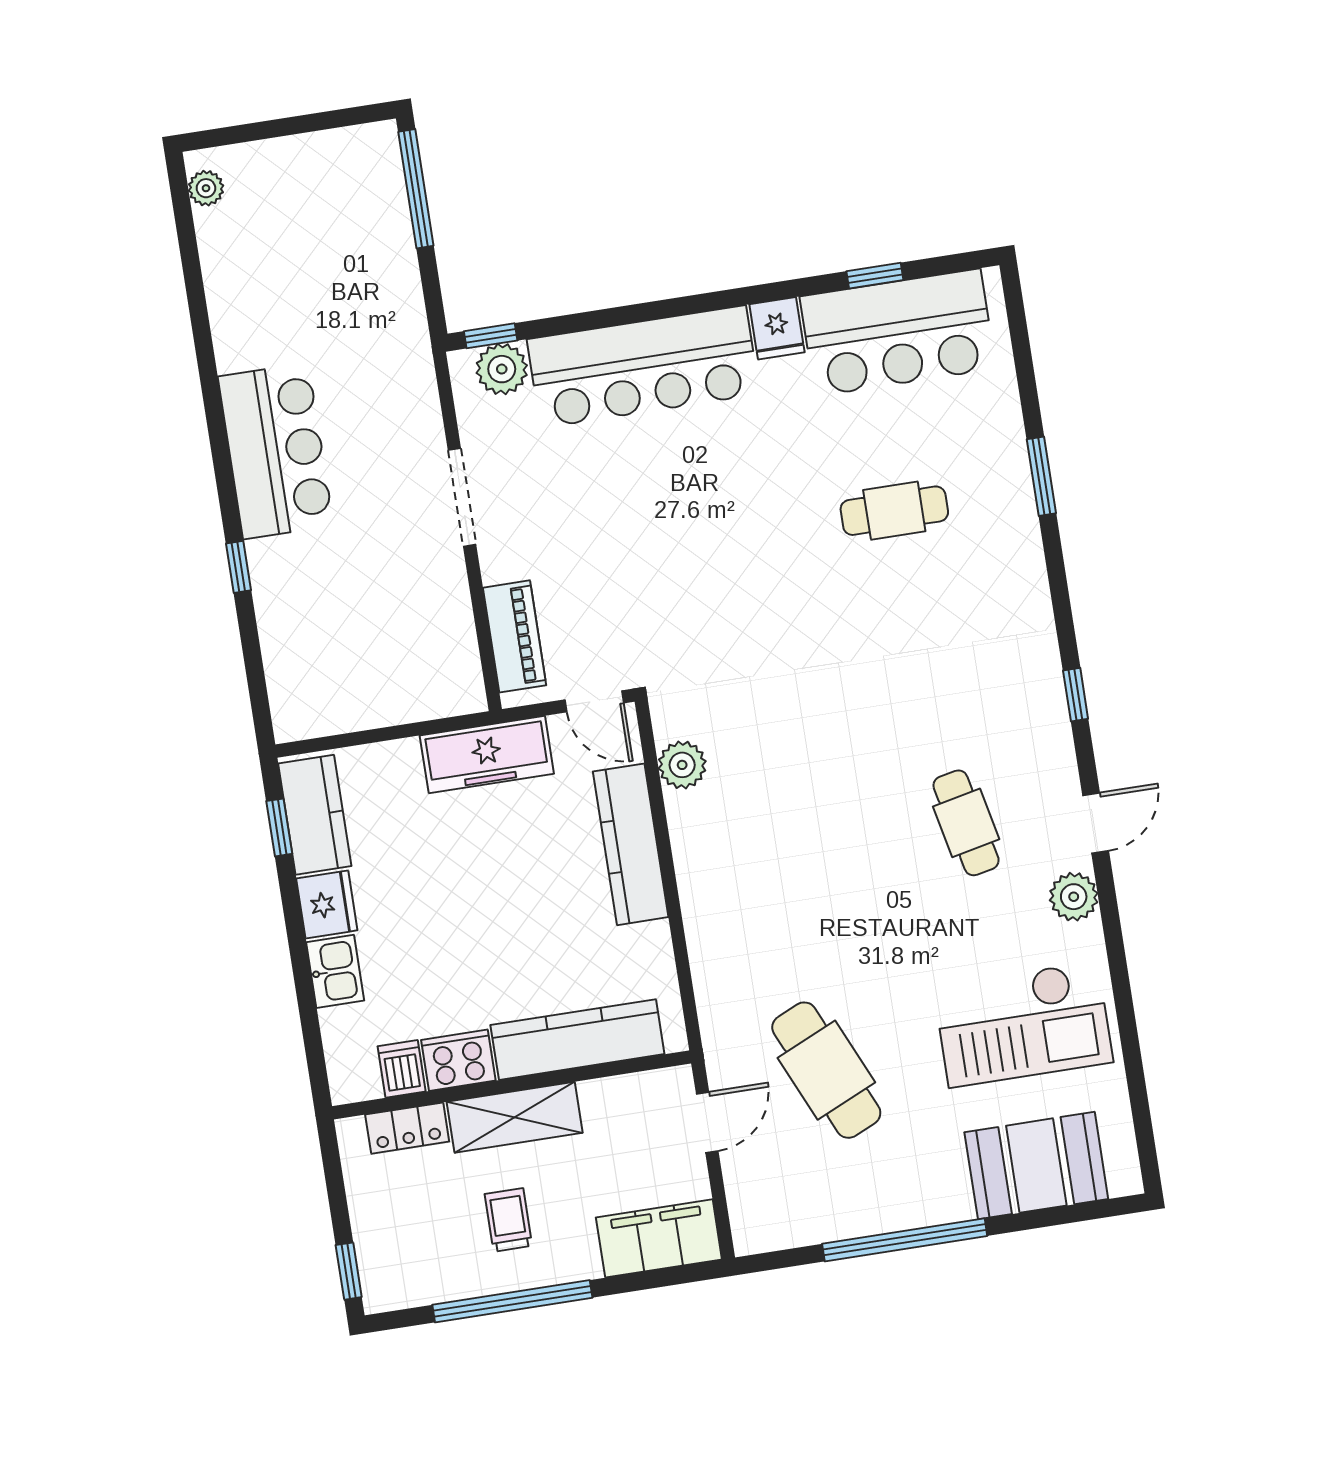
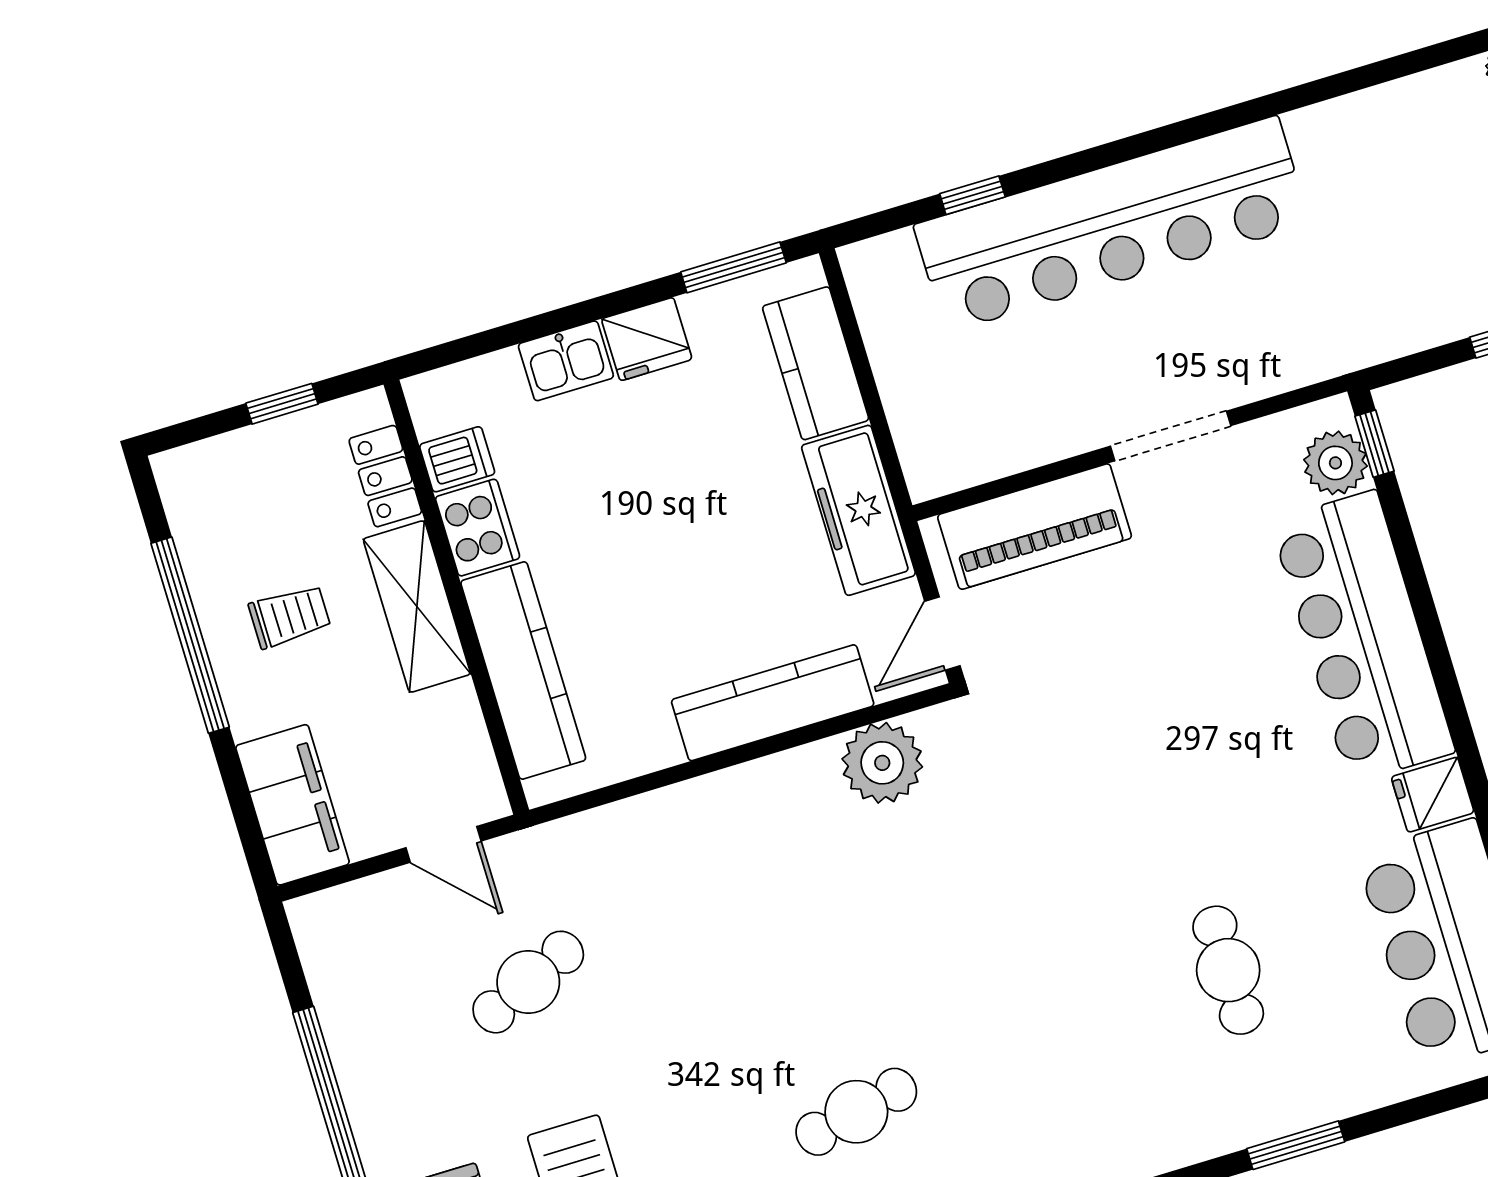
bar counter: (276, 451) -> (1112, 224), width x1.86
window: (238, 567) -> (972, 195), moved
piano: (515, 636) -> (1035, 527), width x1.37, depth x1.33
plant: (682, 765) -> (882, 763), width x1.36, depth x1.36
kitchen counter: (315, 815) -> (816, 363), moved, turned 90
window: (279, 827) -> (733, 267), width x1.50
cafe table: (826, 1070) -> (528, 982), width x0.73, depth x0.74
window: (349, 1271) -> (282, 404), moved

